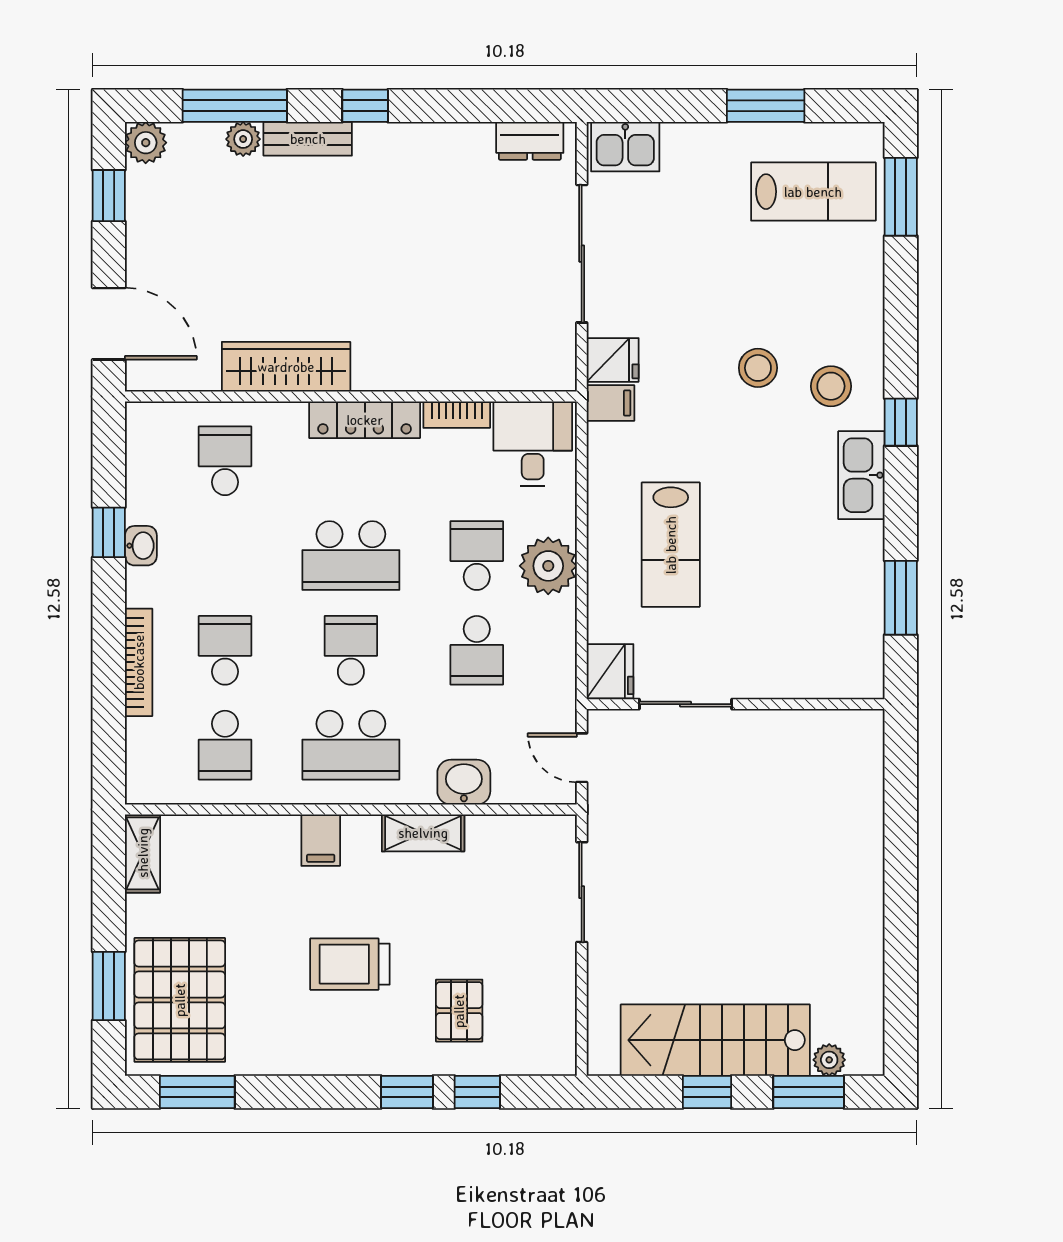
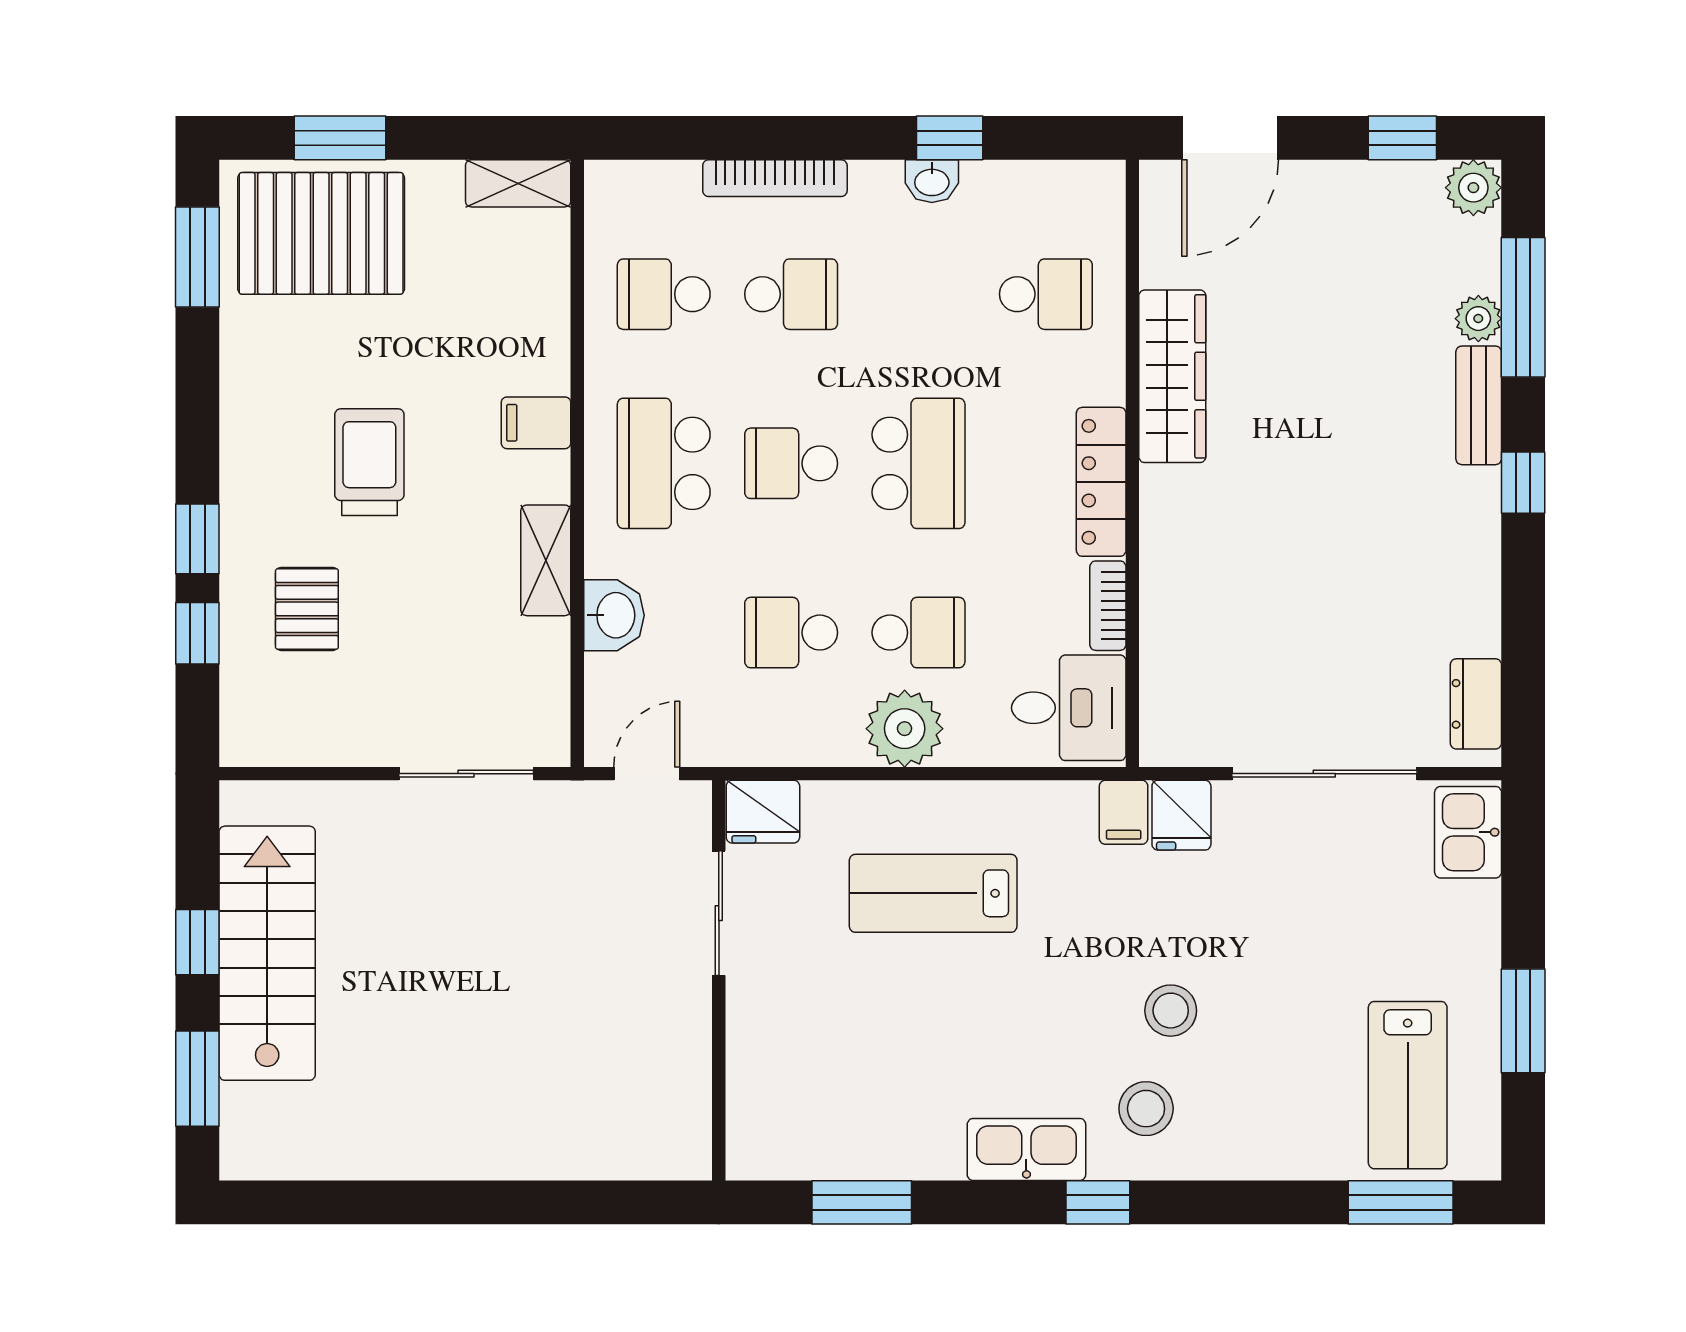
school desk: (351, 556) -> (919, 463), turned 180
school desk: (351, 650) -> (791, 463), turned 180
pallet: (459, 1011) -> (307, 609), turned 90
plant: (829, 1060) -> (241, 1106), removed

